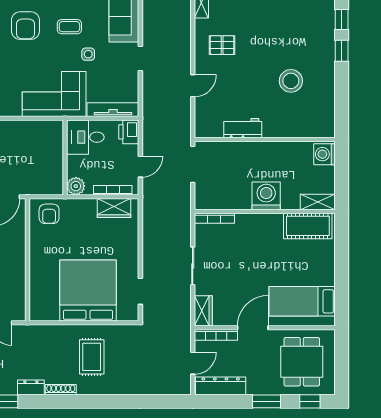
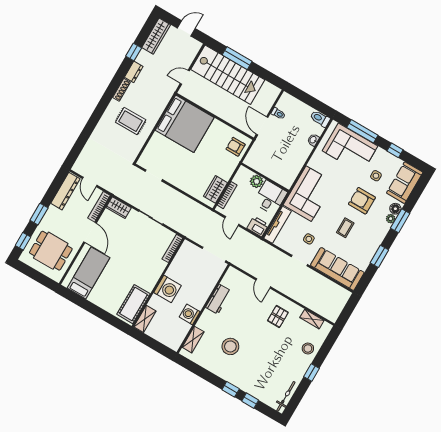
side table: (88, 54) -> (309, 239), moved
shelving: (309, 130) -> (193, 340), added
washing machine: (324, 154) -> (190, 314), moved, turned -90
plant: (76, 186) -> (257, 181), moved
bed: (88, 291) -> (185, 124), moved

